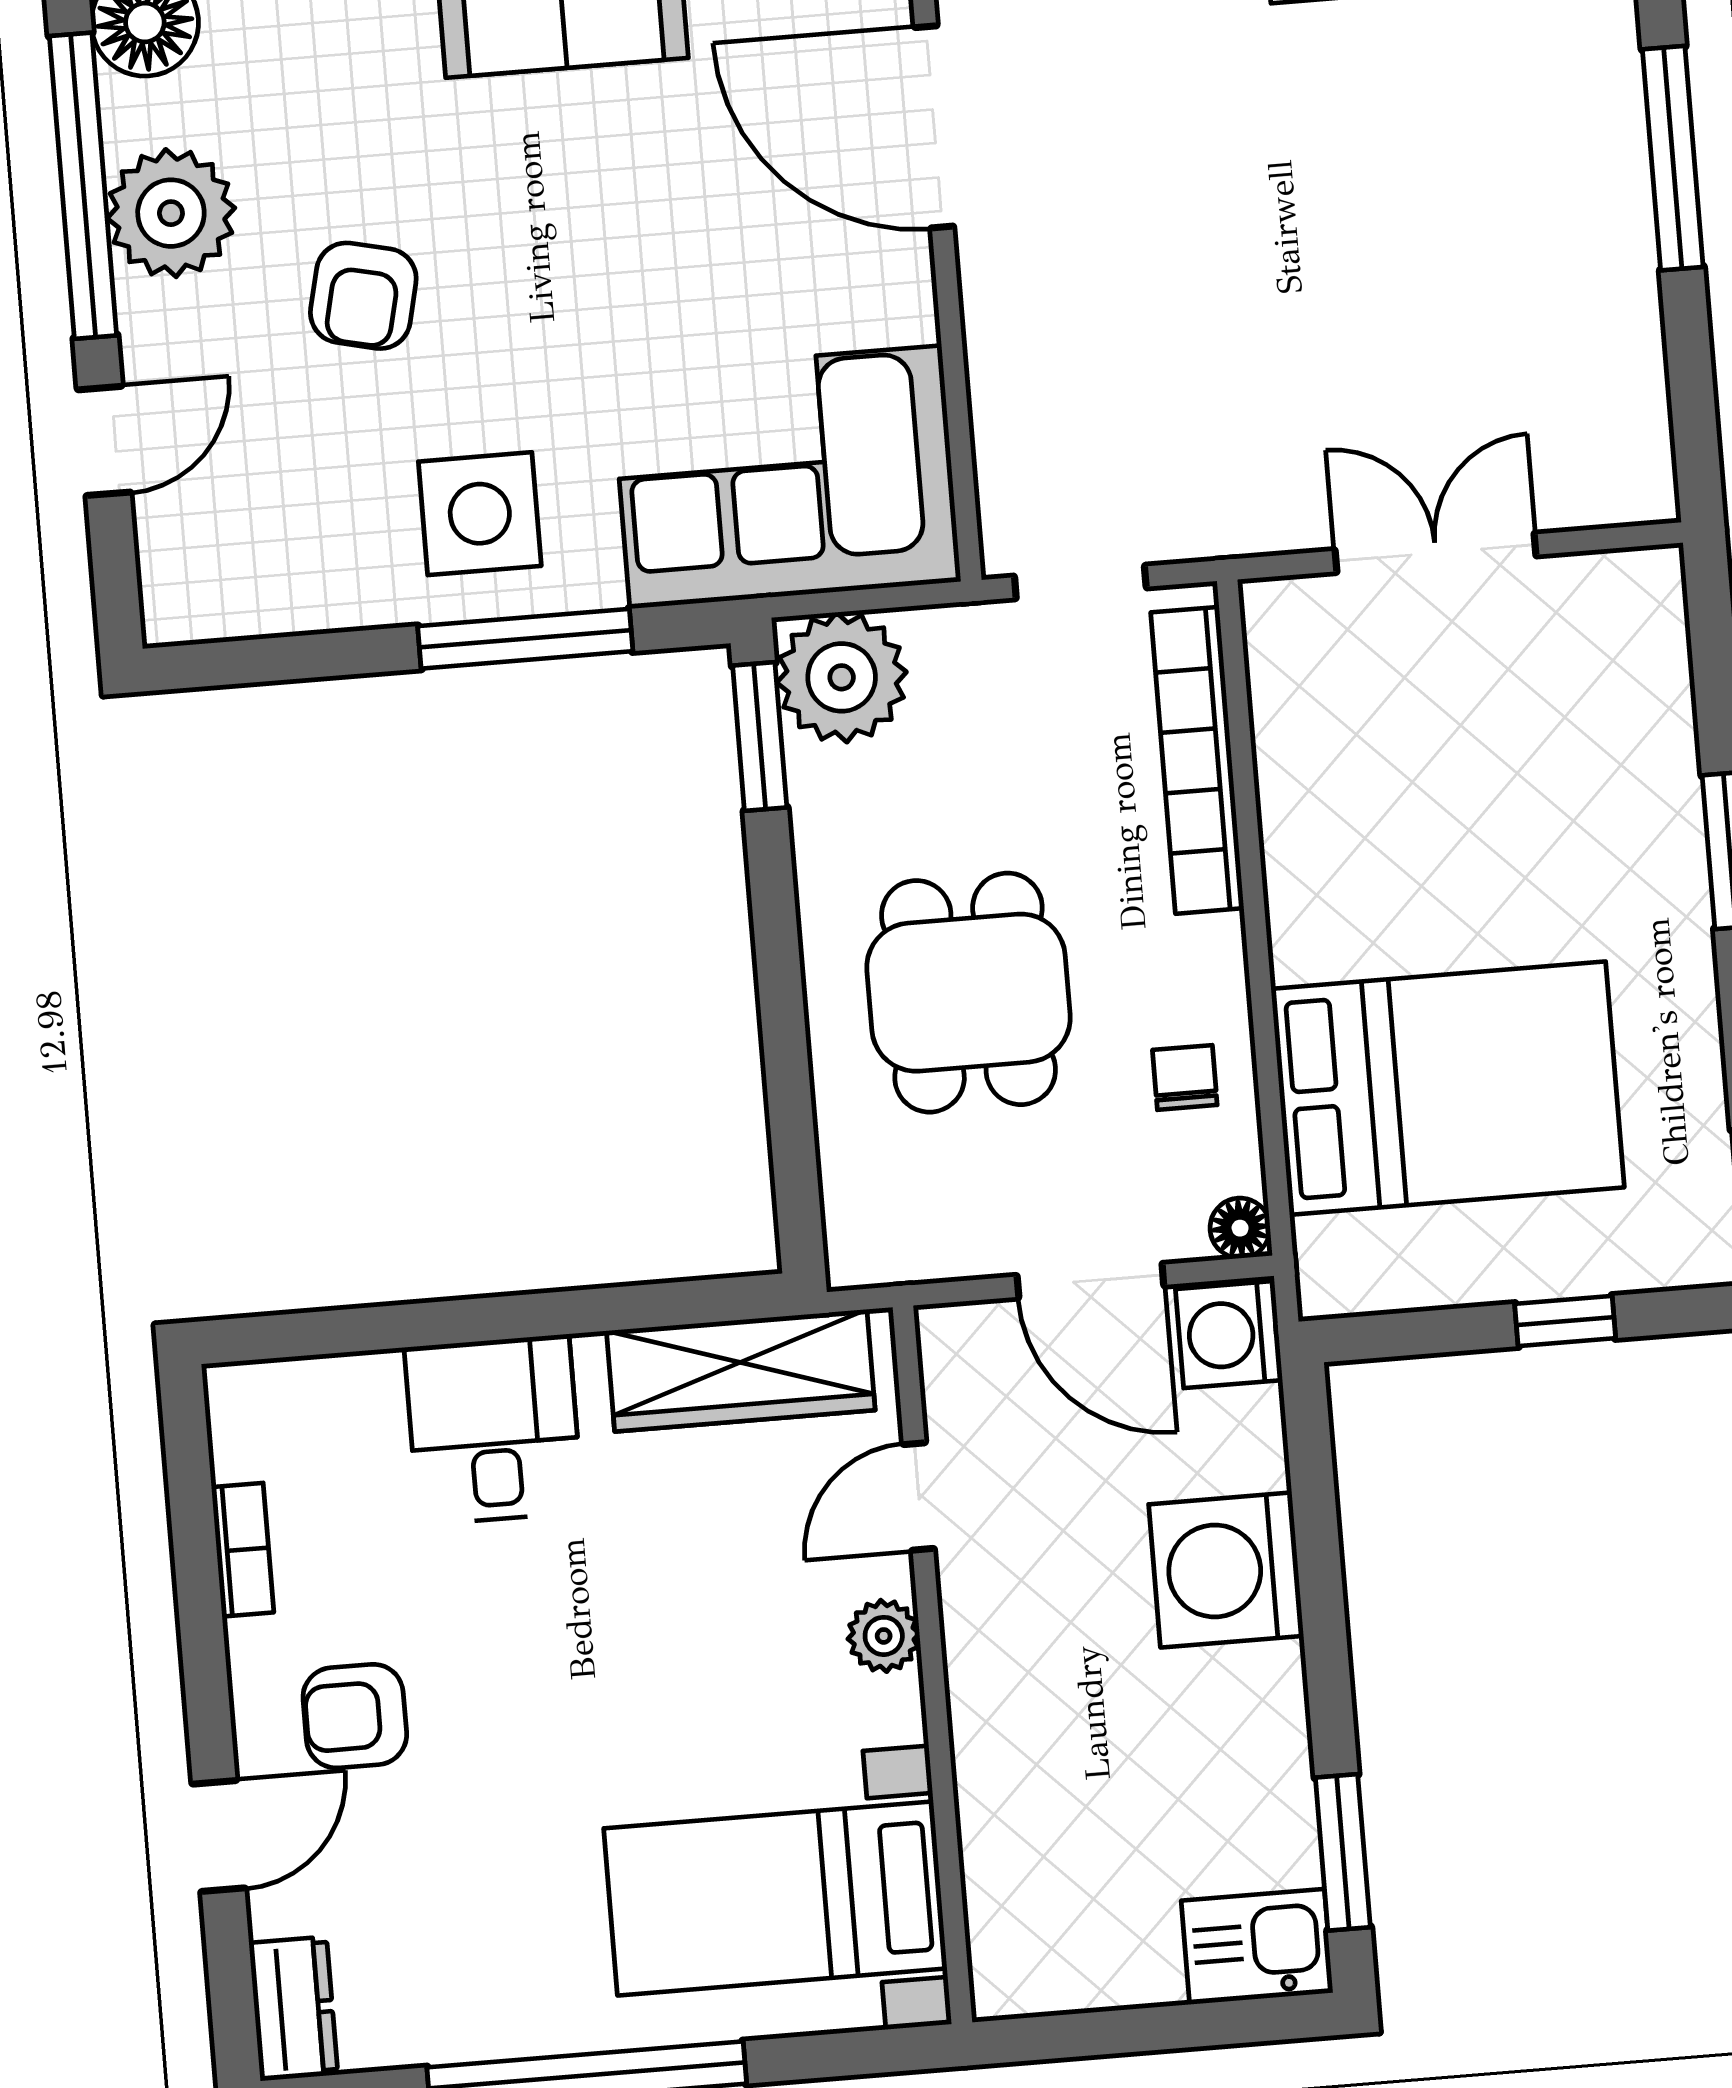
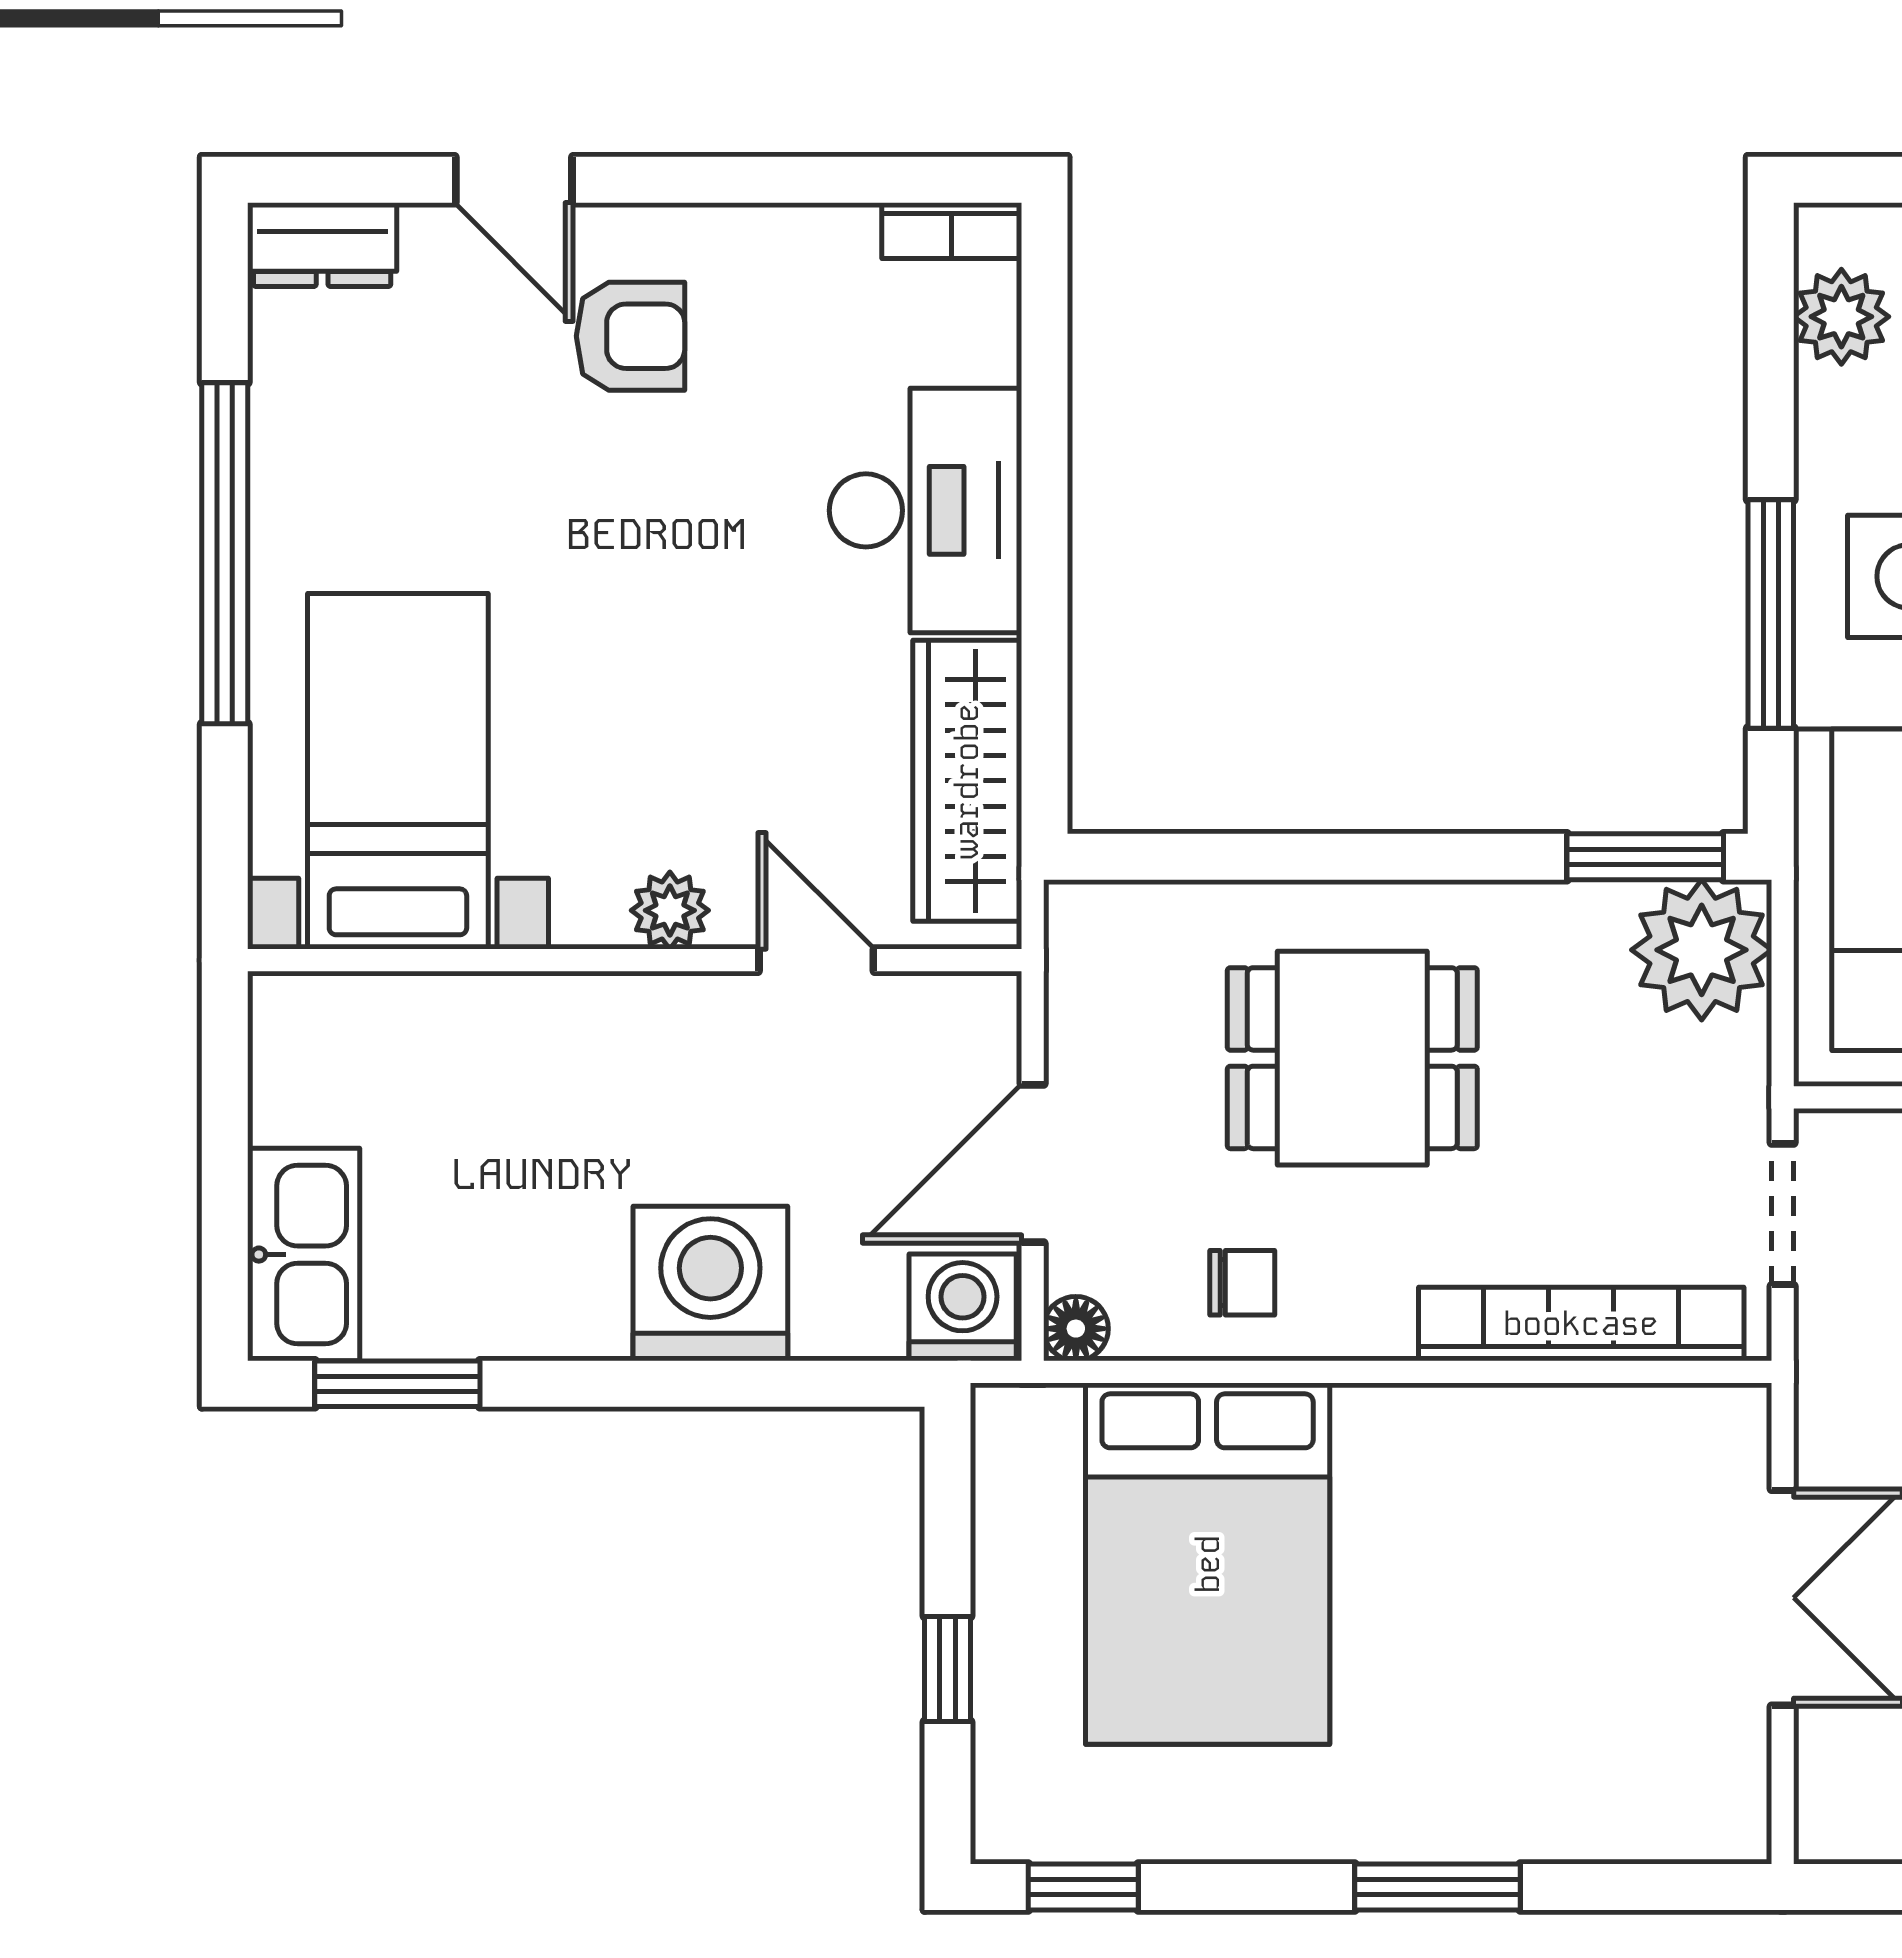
plant: (244, 596) -> (1841, 317), added
desk: (494, 1430) -> (925, 510), width x1.37
bookcase: (243, 1550) -> (952, 231), moved
armchair: (355, 1716) -> (631, 336), turned 90
kitchen sink: (1257, 1947) -> (304, 1255), width x1.38

